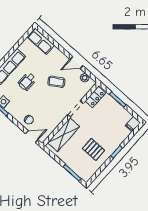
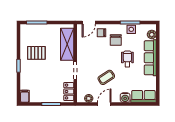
water cooler: (56, 53) -> (125, 98), added
chair: (23, 104) -> (116, 40), added

